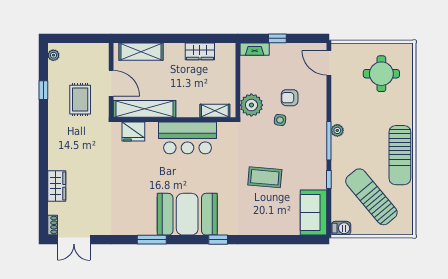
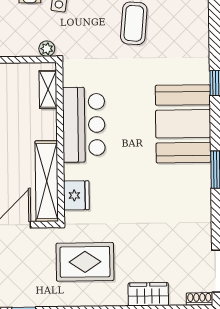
rug: (80, 100) -> (85, 262), moved, width x1.36, depth x1.43
plant: (251, 105) -> (47, 49), width x0.53, depth x0.53

